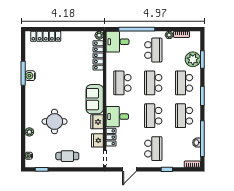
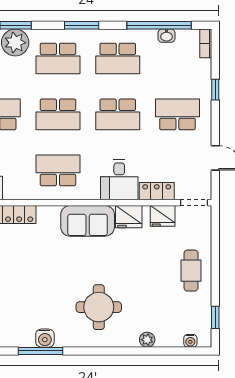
school desk: (122, 83) -> (58, 170), turned 180
round table: (55, 121) -> (99, 307), moved

